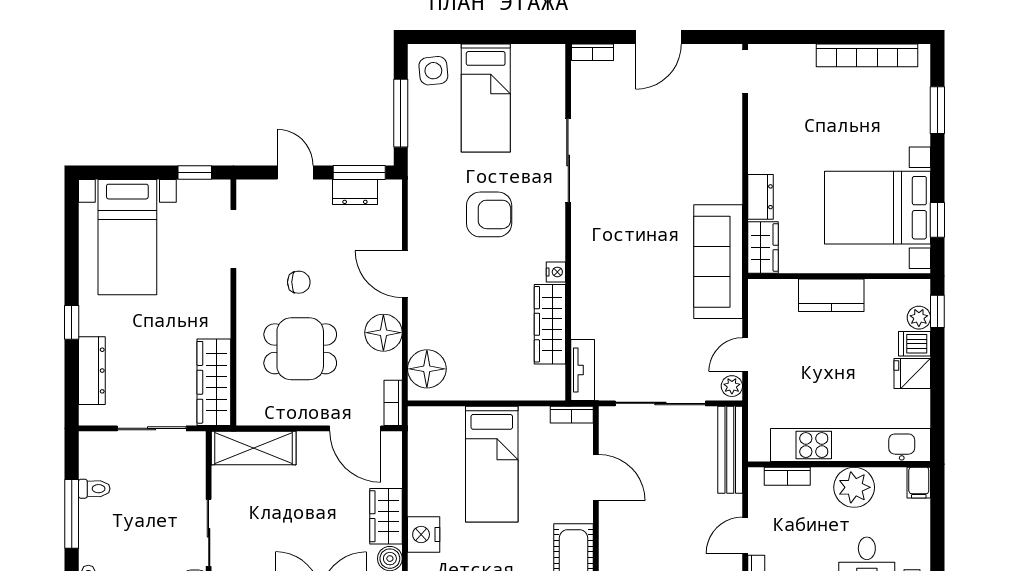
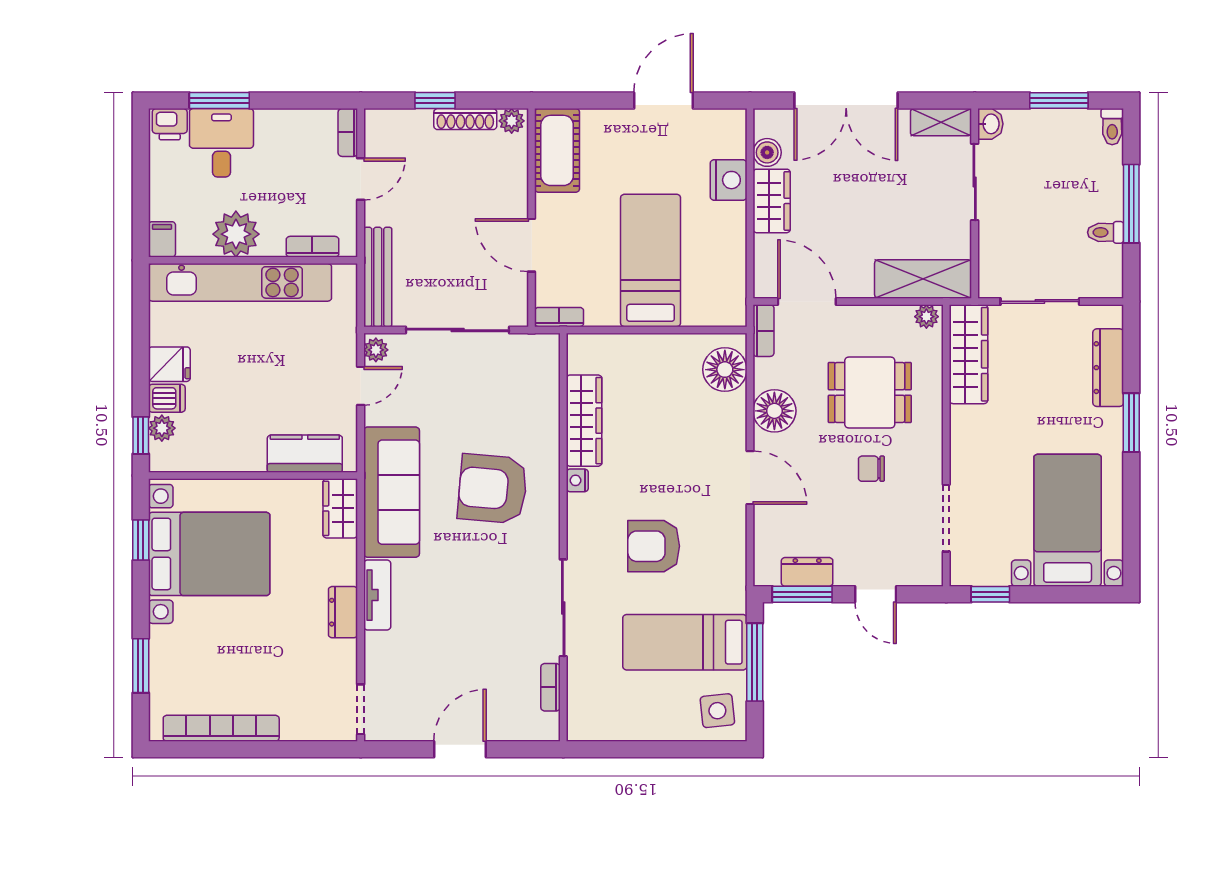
bookcase: (592, 52) -> (551, 687), moved, turned -90
bed: (486, 98) -> (685, 642), moved, turned -90
dresser: (761, 197) -> (343, 612), moved
armchair: (630, 265) -> (493, 489), added
kitchen counter: (831, 295) -> (305, 454), moved
window: (72, 322) -> (1131, 423), width x1.50
tv unit: (583, 370) -> (377, 595), moved, turned 180
plant: (251, 415) -> (926, 317), added

